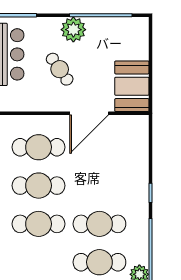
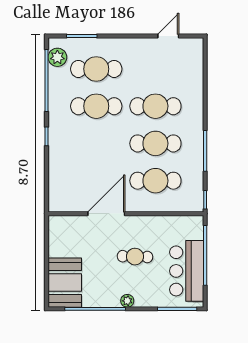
plant: (73, 30) -> (127, 301), width x0.53, depth x0.53
cafe table: (60, 69) -> (135, 257), turned -53
booth: (132, 86) -> (65, 283), moved

